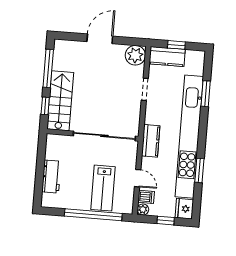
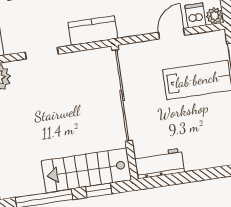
kitchen counter: (151, 141) -> (93, 31), moved
workbench: (51, 177) -> (159, 164), moved

